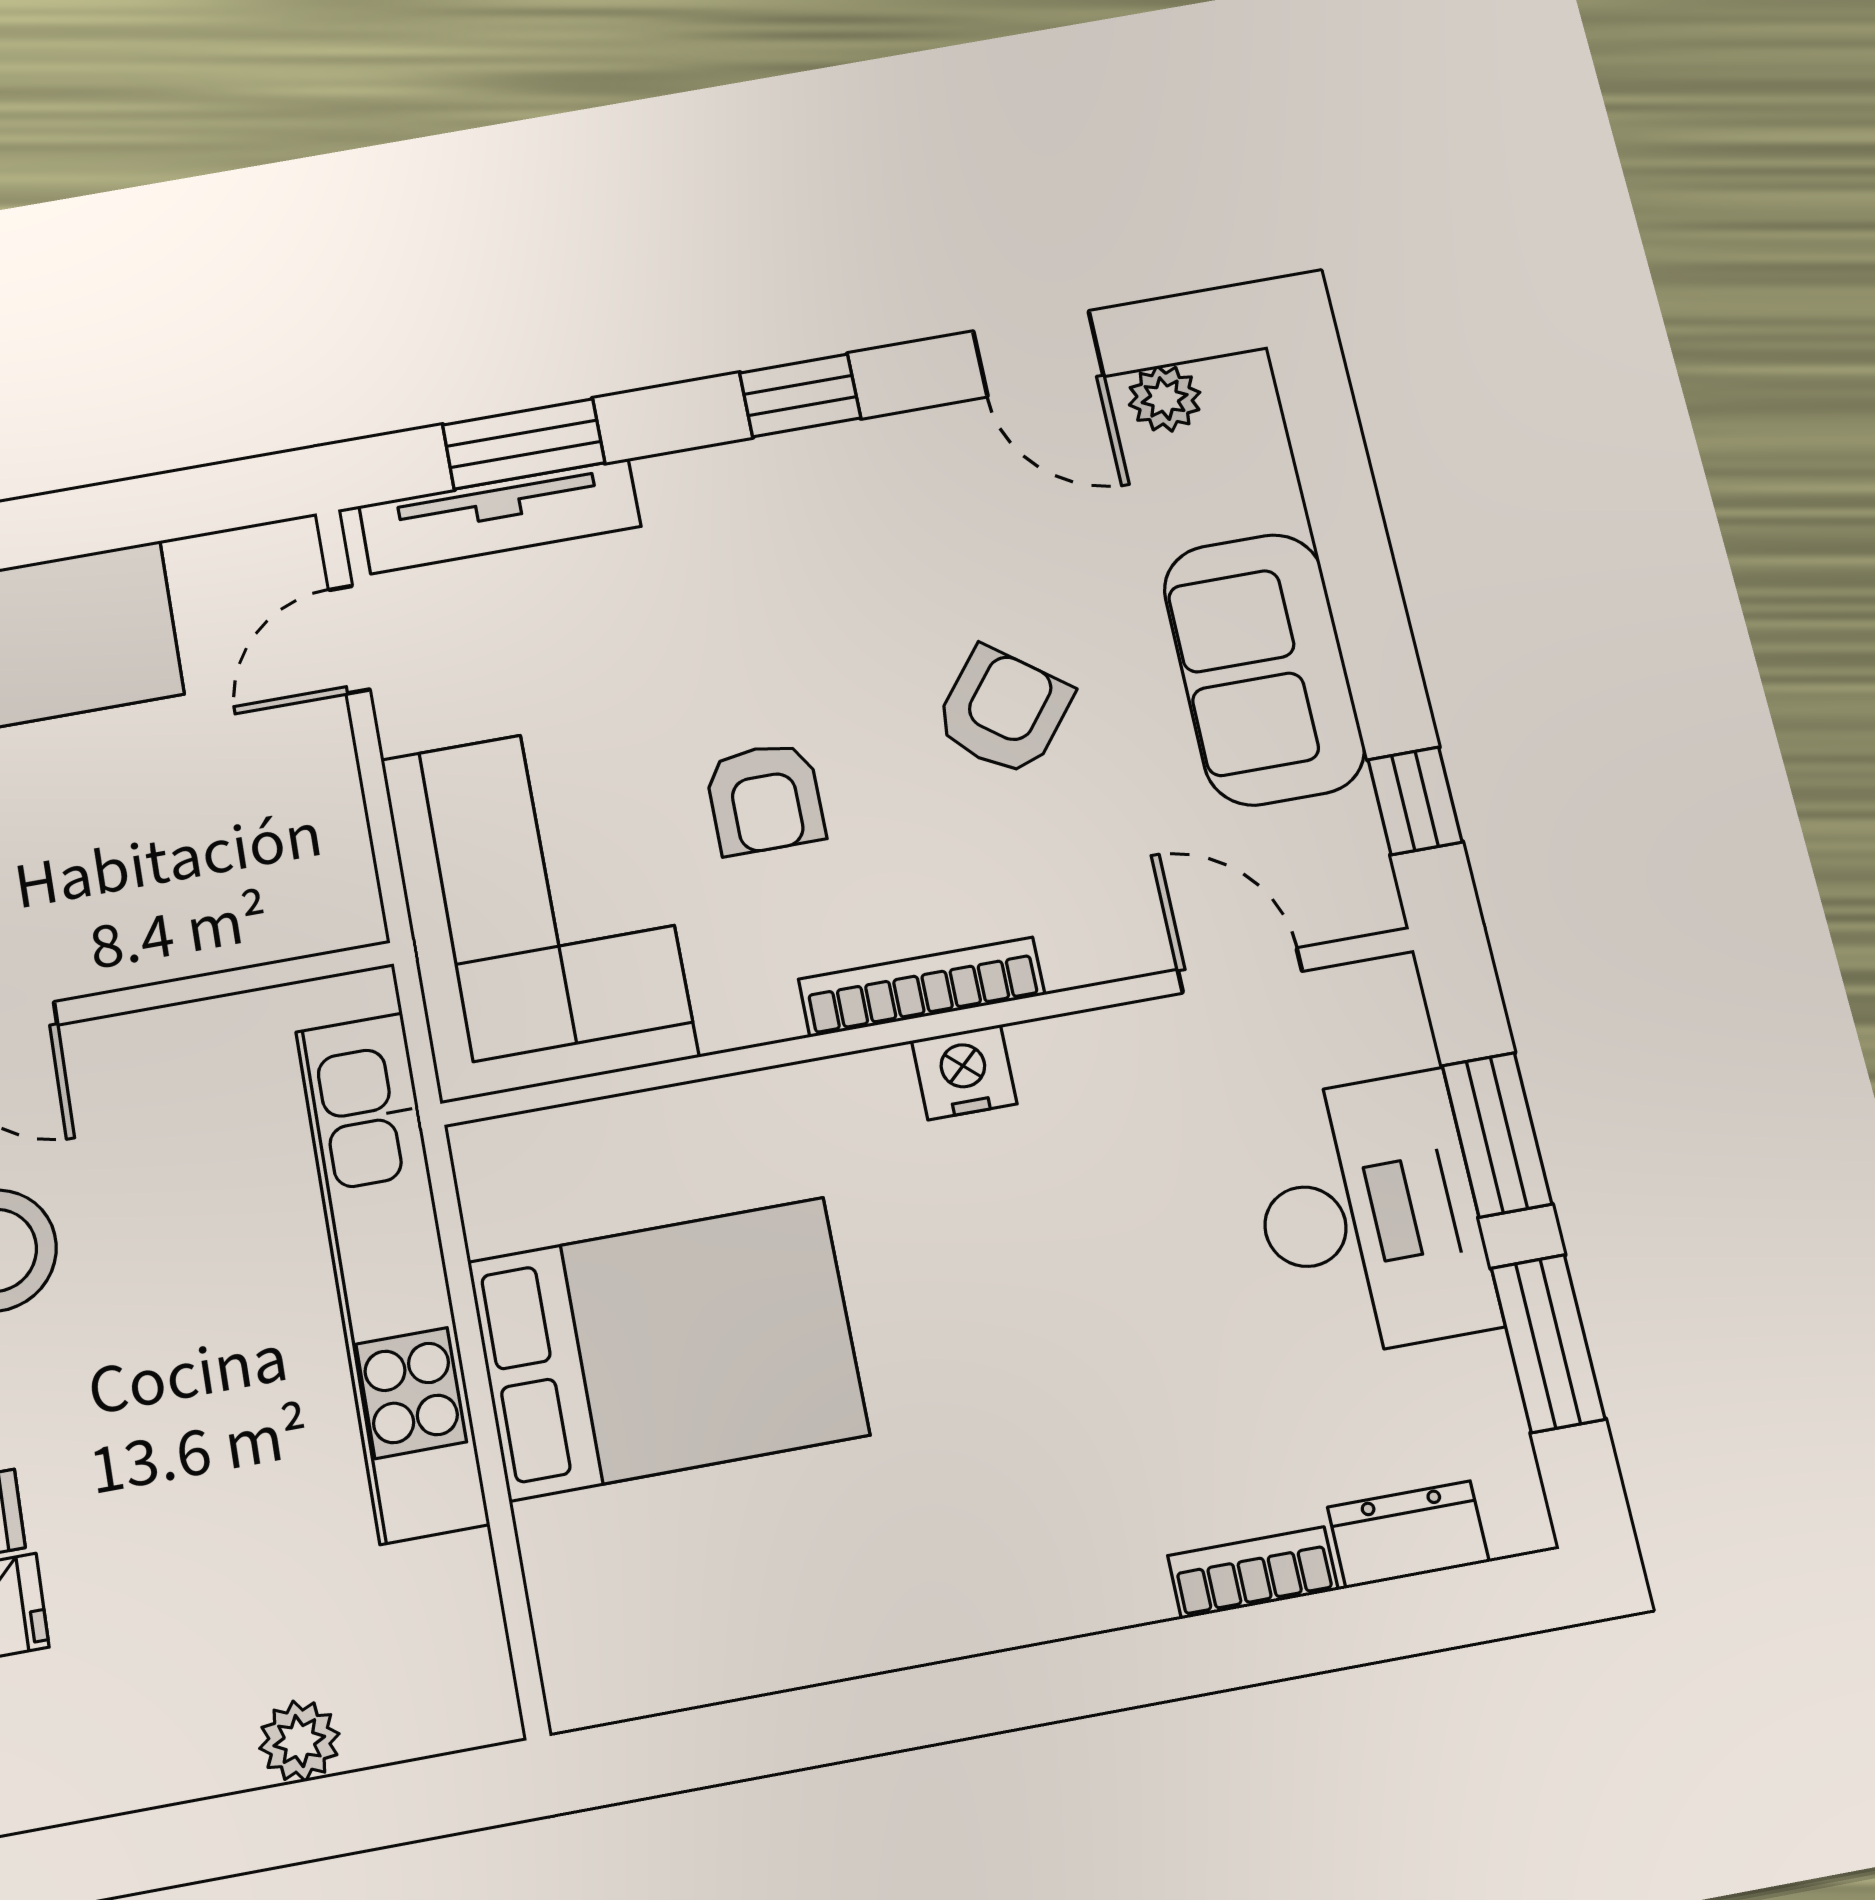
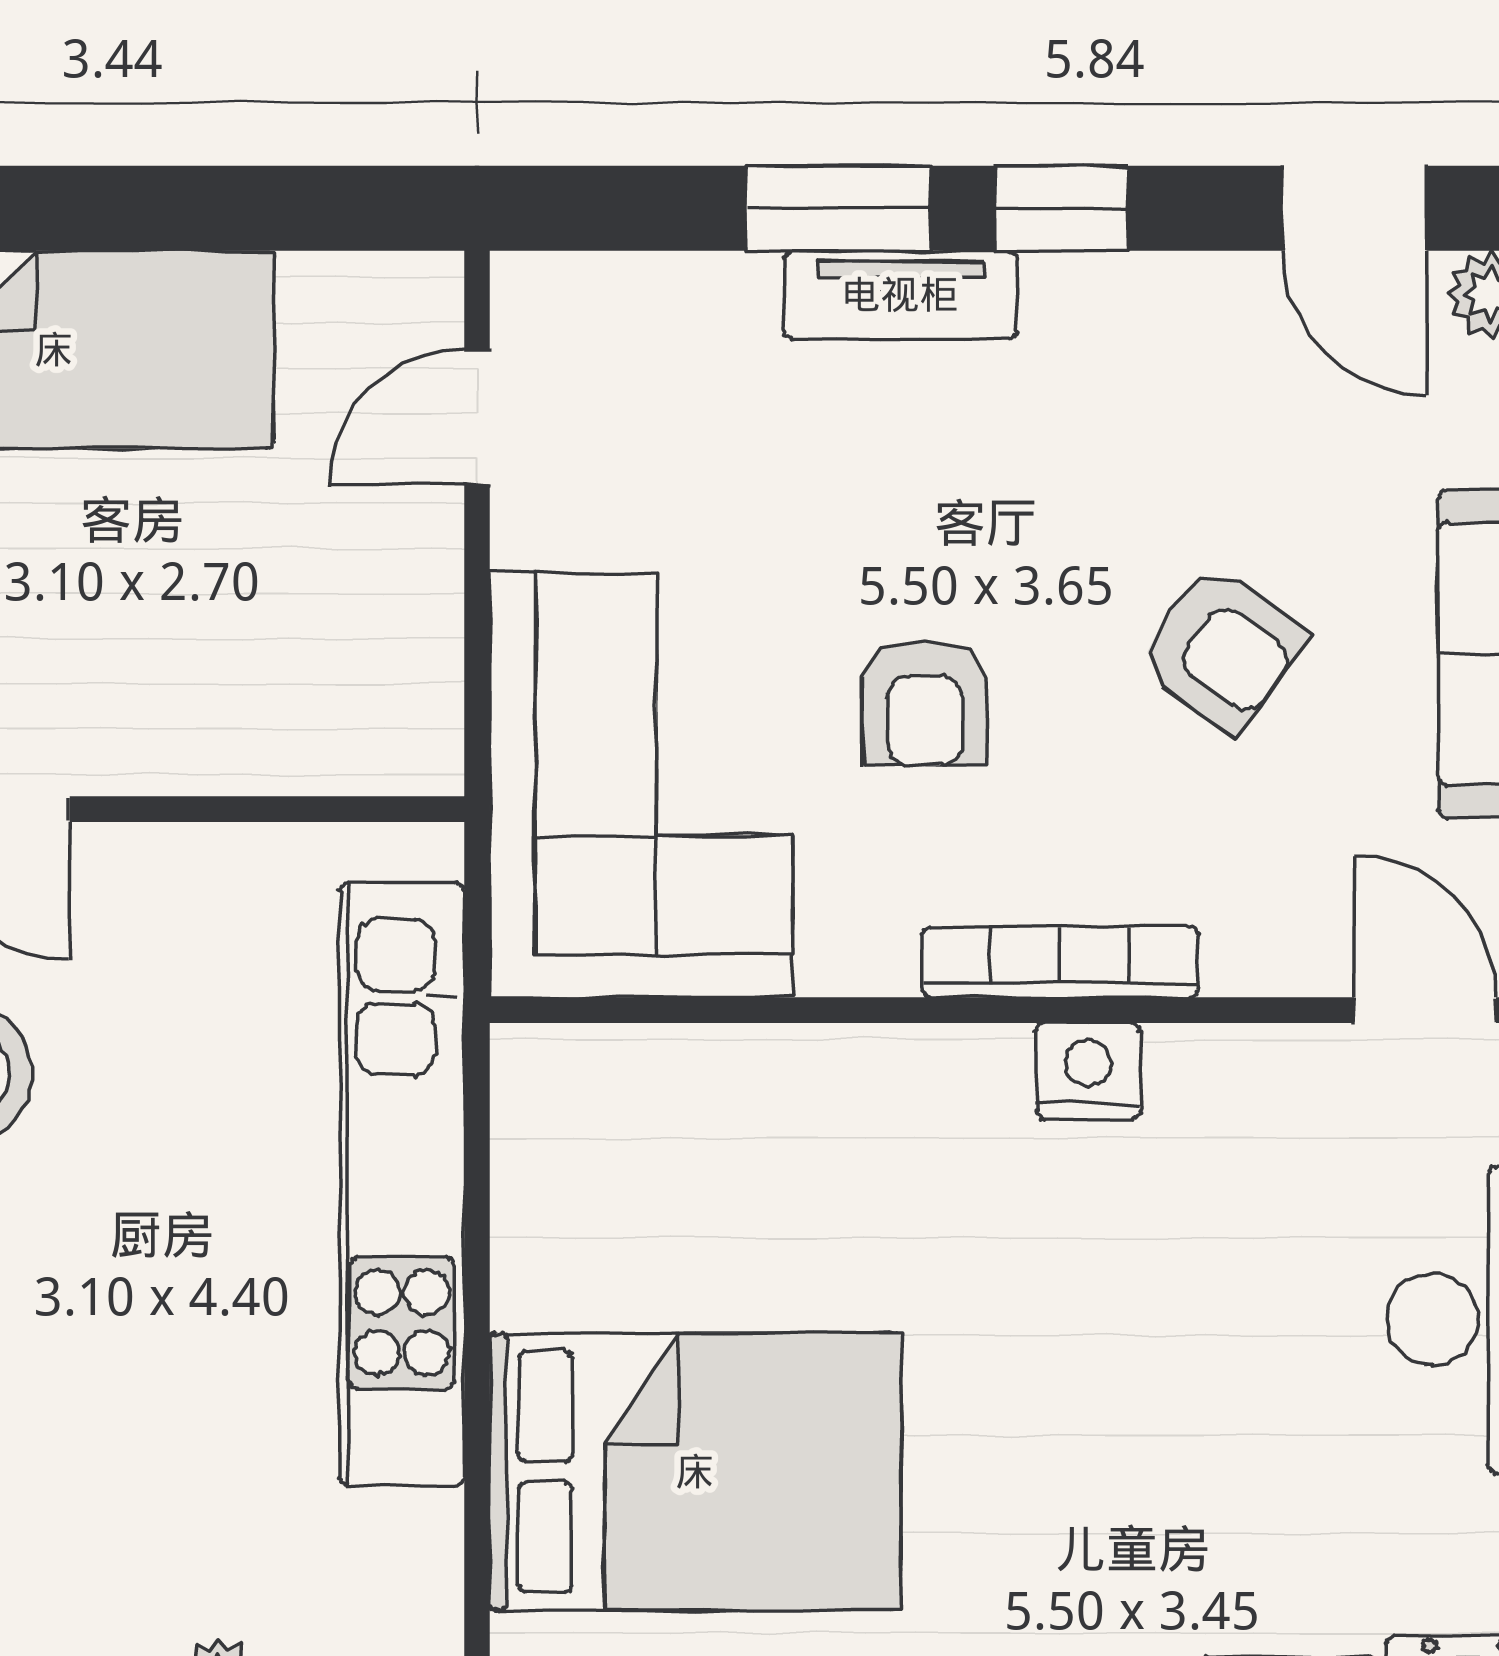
window: (524, 444) -> (839, 208), moved
tv unit: (500, 516) -> (900, 295), moved, width x0.71
armchair: (1003, 711) -> (1221, 649), turned 88
bed: (668, 1348) -> (695, 1472), moved

